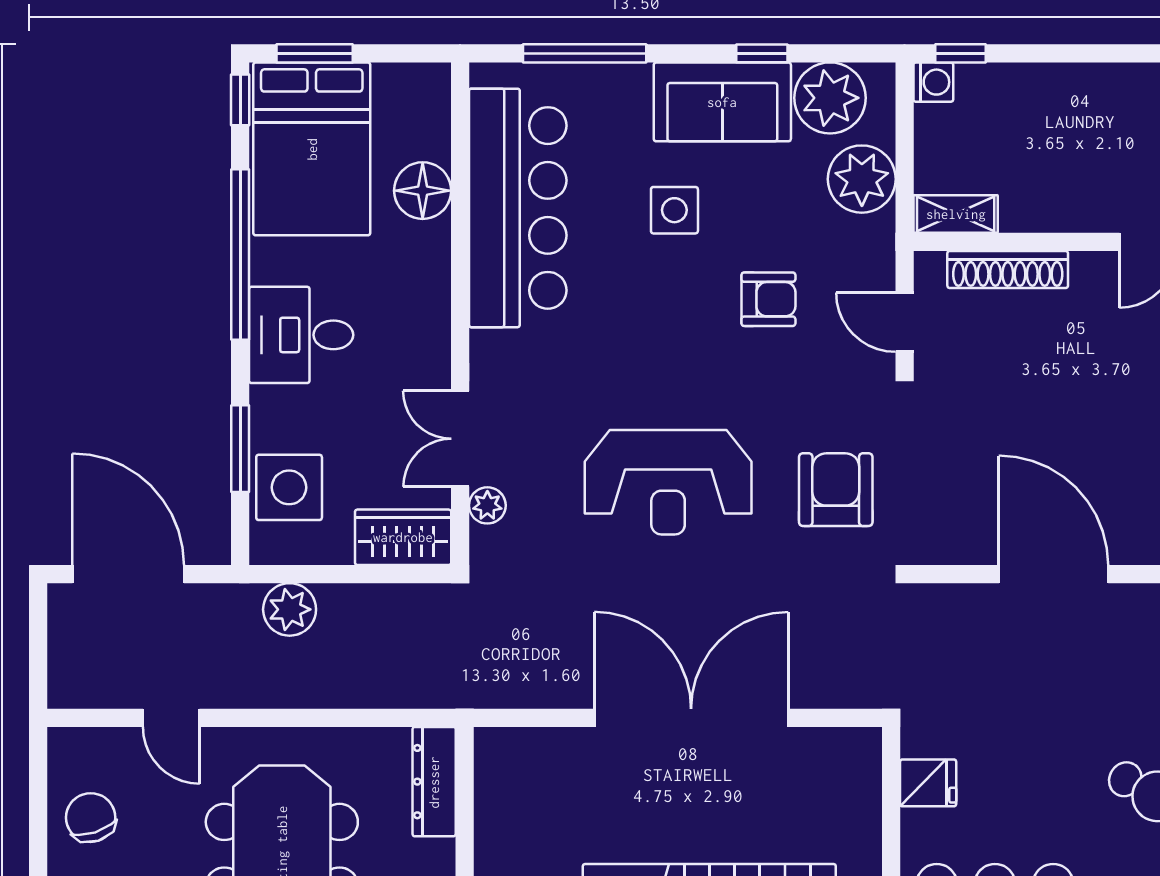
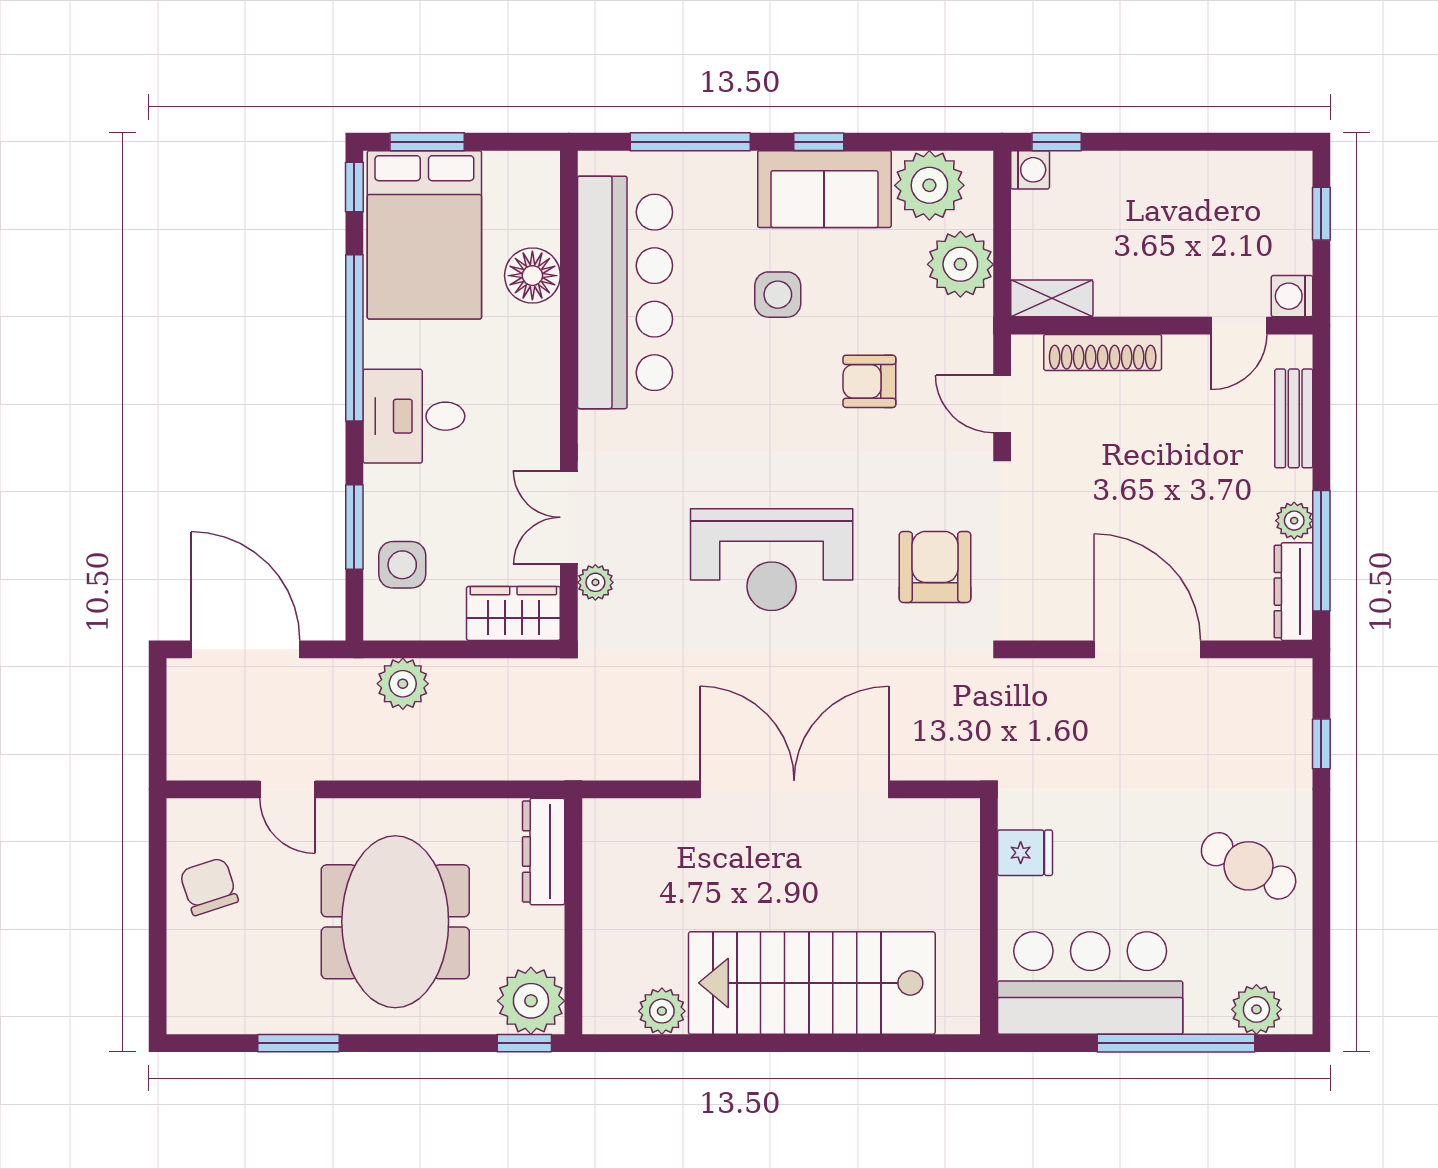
window: (762, 53) -> (819, 142), moved
armchair: (768, 299) -> (869, 381), turned 180
side table: (289, 487) -> (402, 565), width x0.73, depth x0.73

